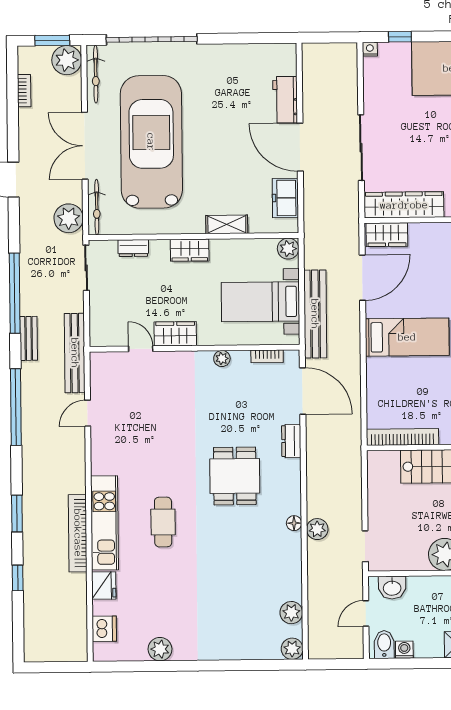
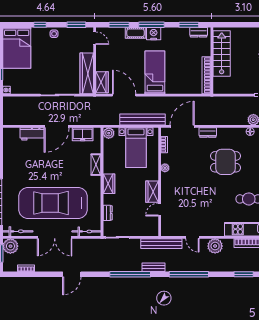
plant: (69, 218) -> (215, 246), moved

